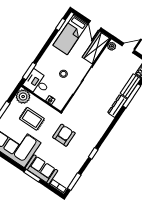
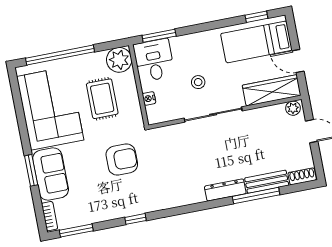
door: (95, 25) -> (298, 61), hinge flipped

